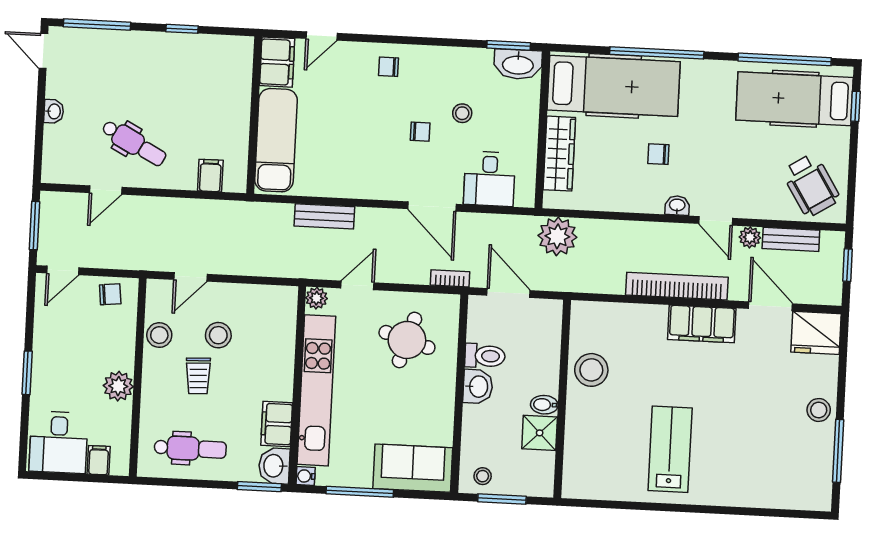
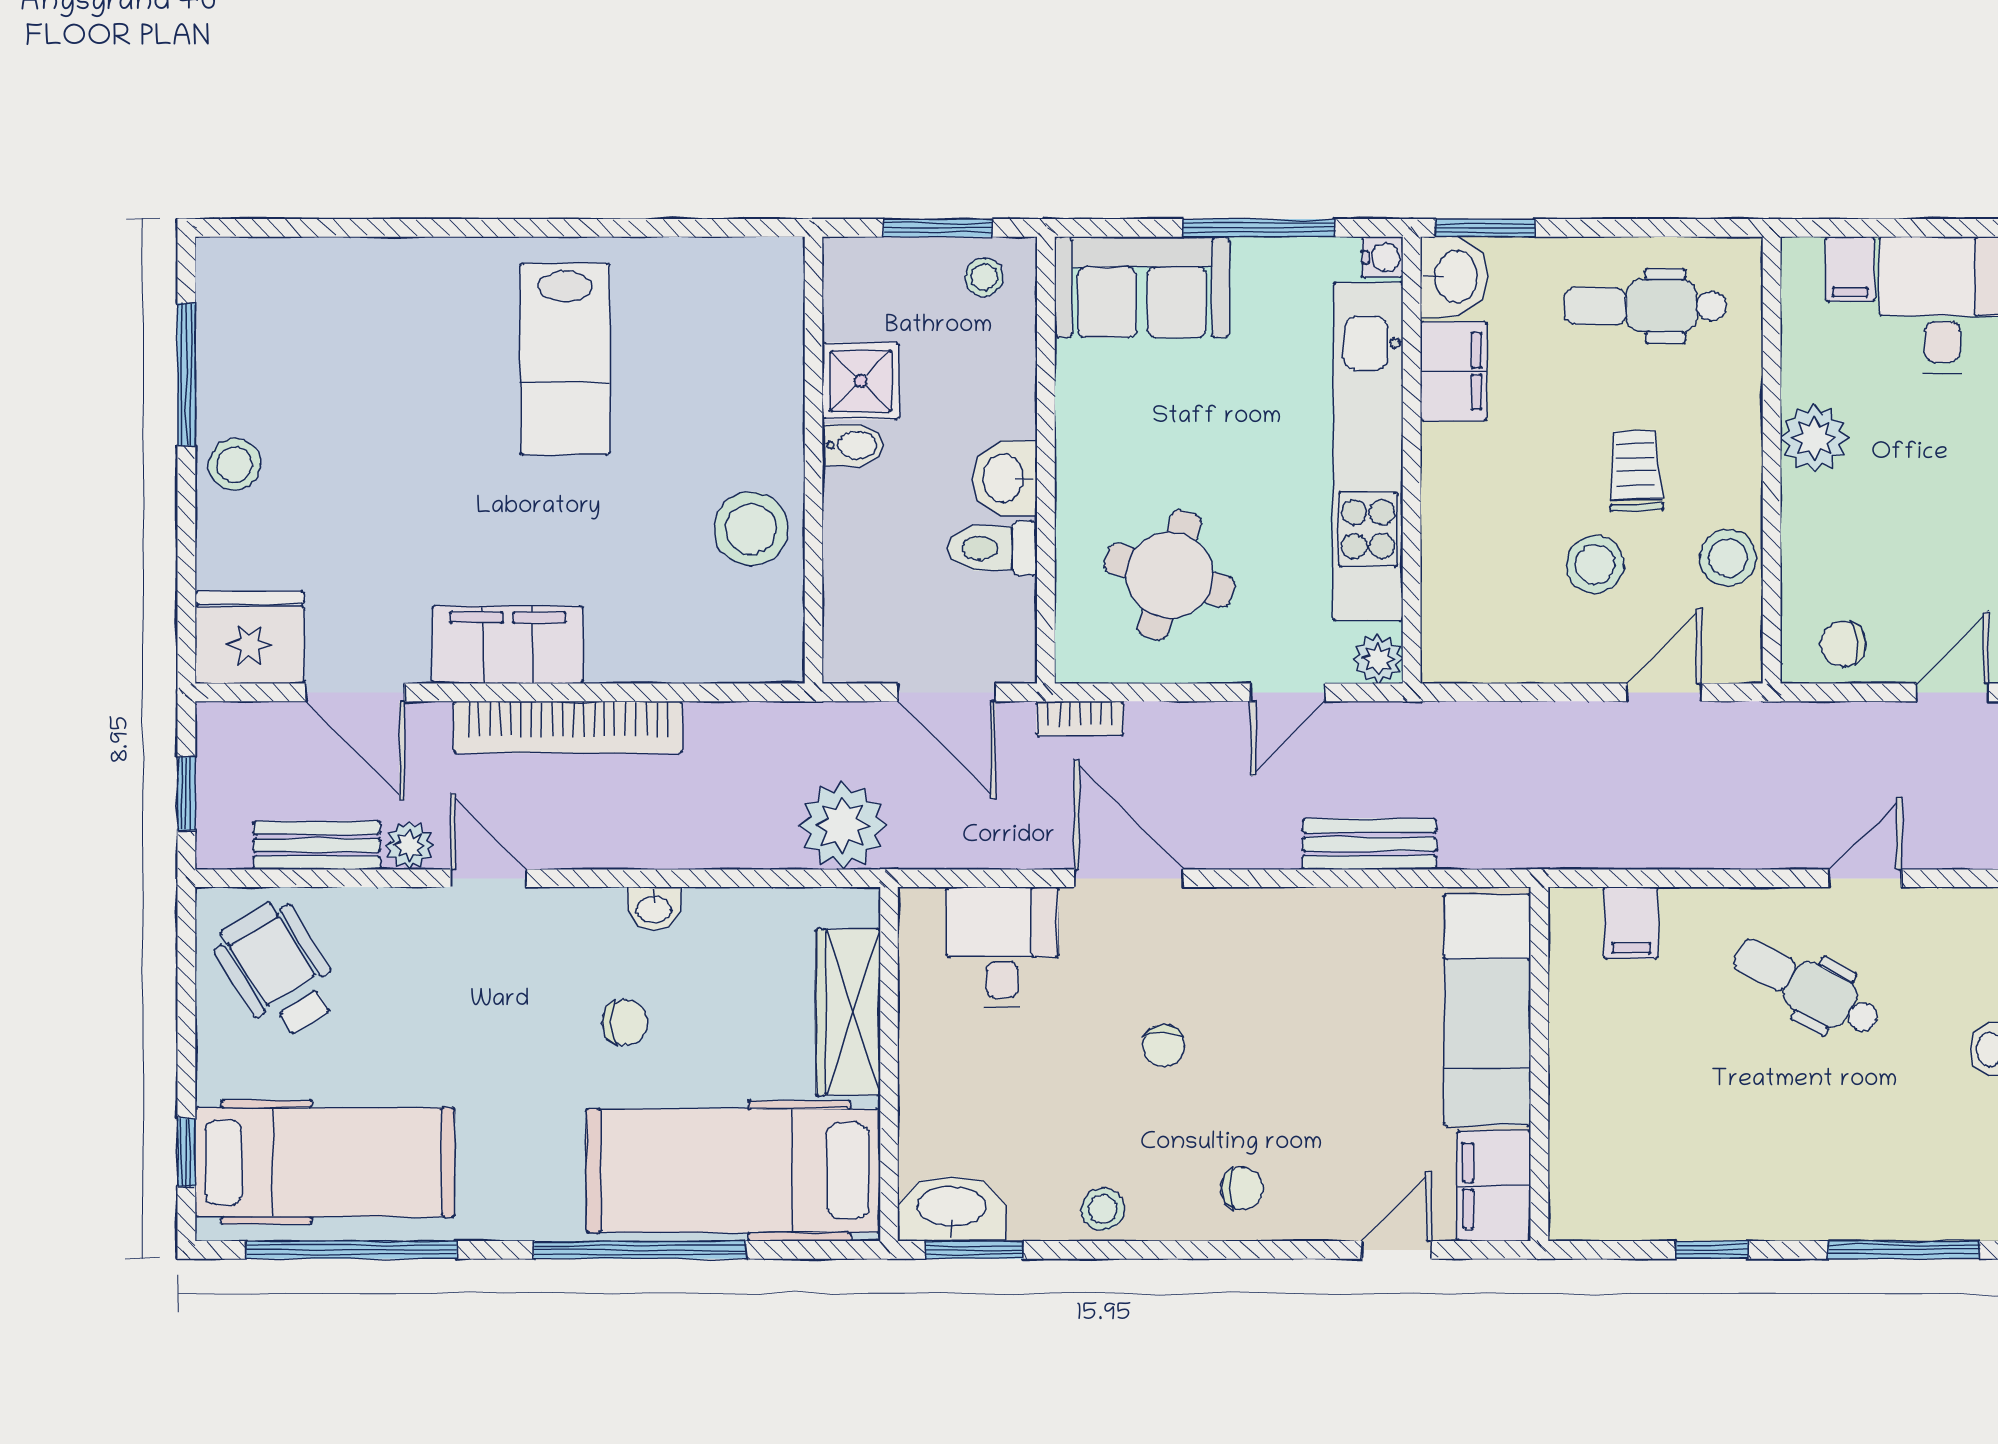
stool: (462, 113) -> (1103, 1209), moved
chair: (420, 132) -> (1164, 1046), turned -90
washbasin: (677, 206) -> (654, 909), moved

